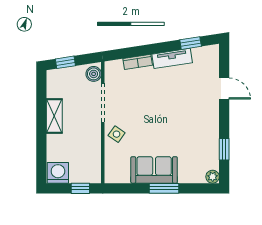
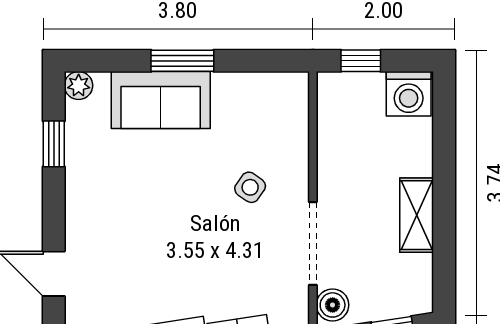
side table: (117, 134) -> (250, 187), moved
sofa: (154, 170) -> (161, 100), moved

